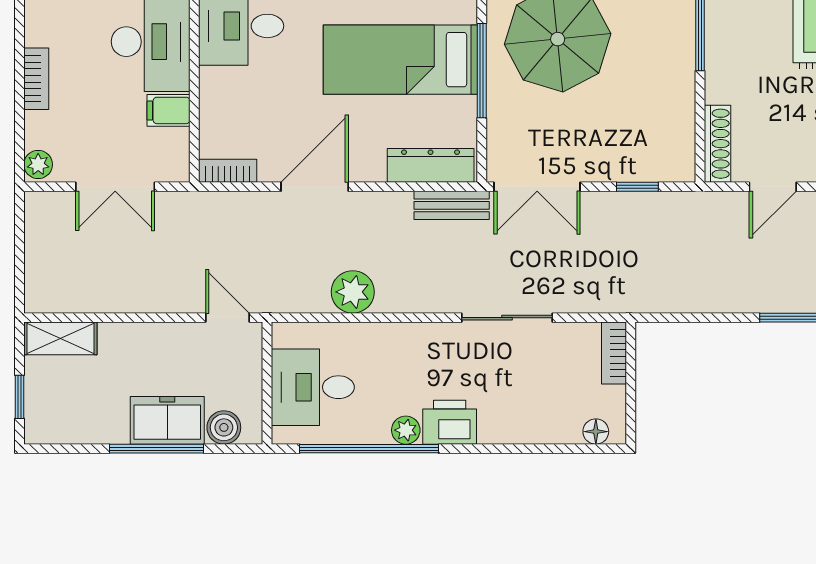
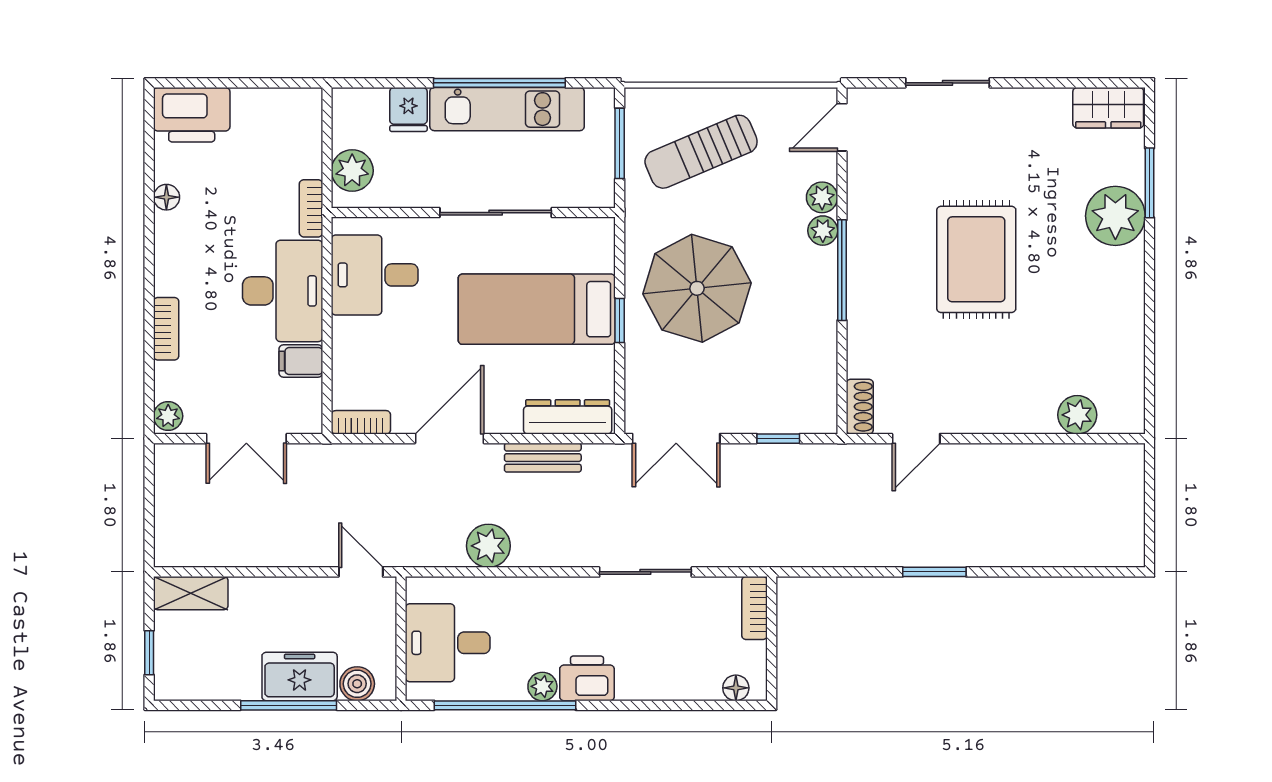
window: (482, 71) -> (620, 321), width x0.46
shoe rack: (717, 144) -> (860, 407), width x0.70
bench: (452, 205) -> (543, 458), moved

